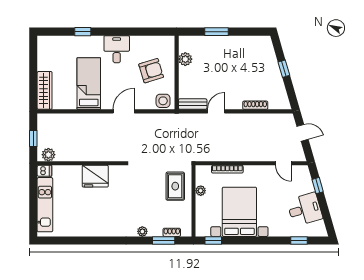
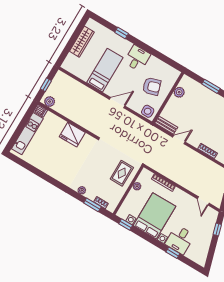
wardrobe: (45, 90) -> (82, 42), moved
desk: (305, 209) -> (180, 240), moved, turned 106
window: (299, 240) -> (173, 253), moved

